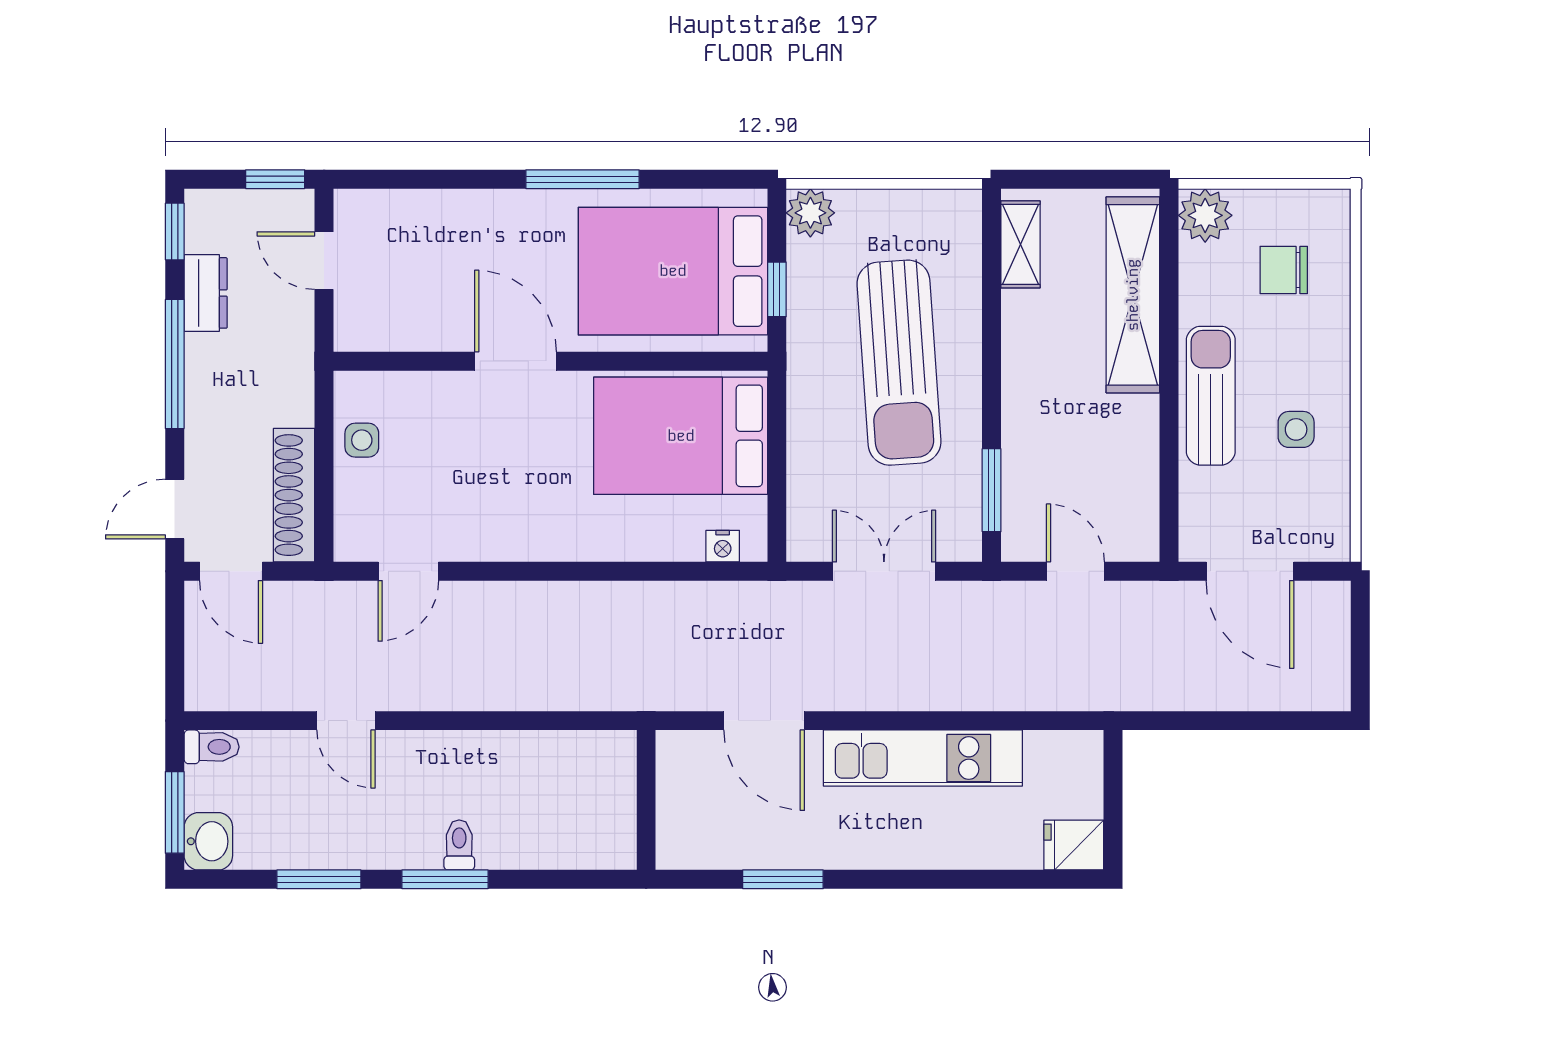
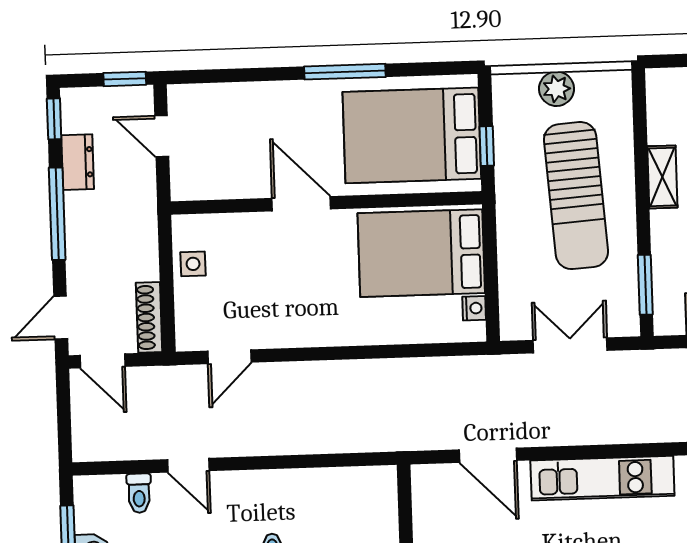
plant: (810, 213) -> (557, 89), moved
shelving: (1020, 244) -> (662, 177), moved
shoe rack: (294, 495) -> (149, 317), width x0.74, depth x0.81
nightstand: (723, 546) -> (474, 308), moved, turned -90
toilet: (212, 747) -> (139, 493), moved, turned 90

